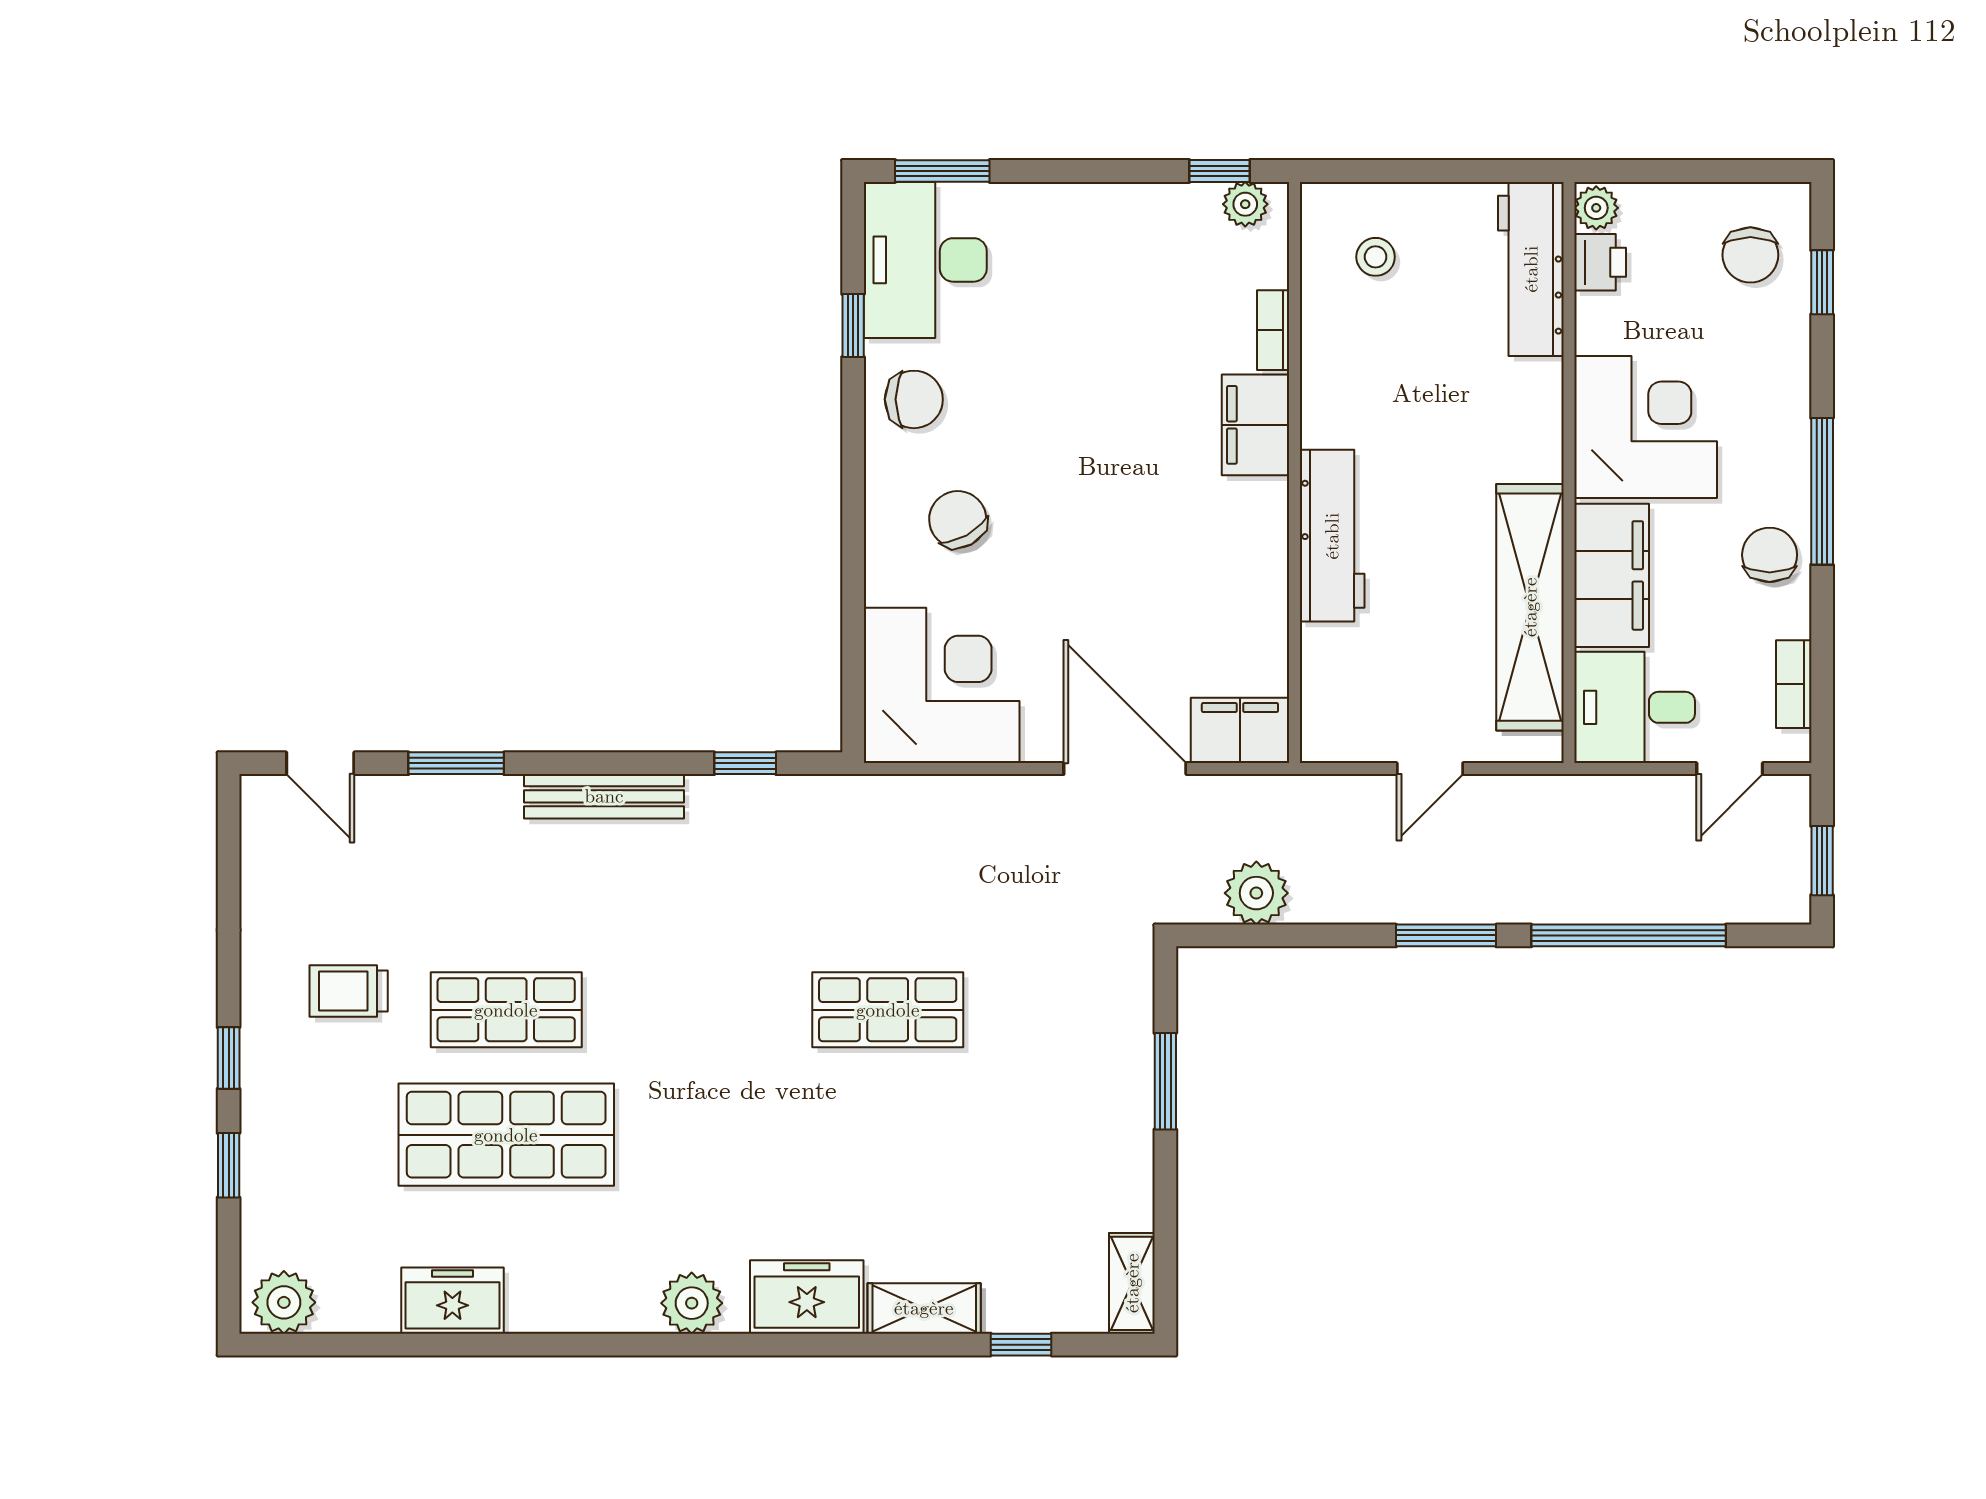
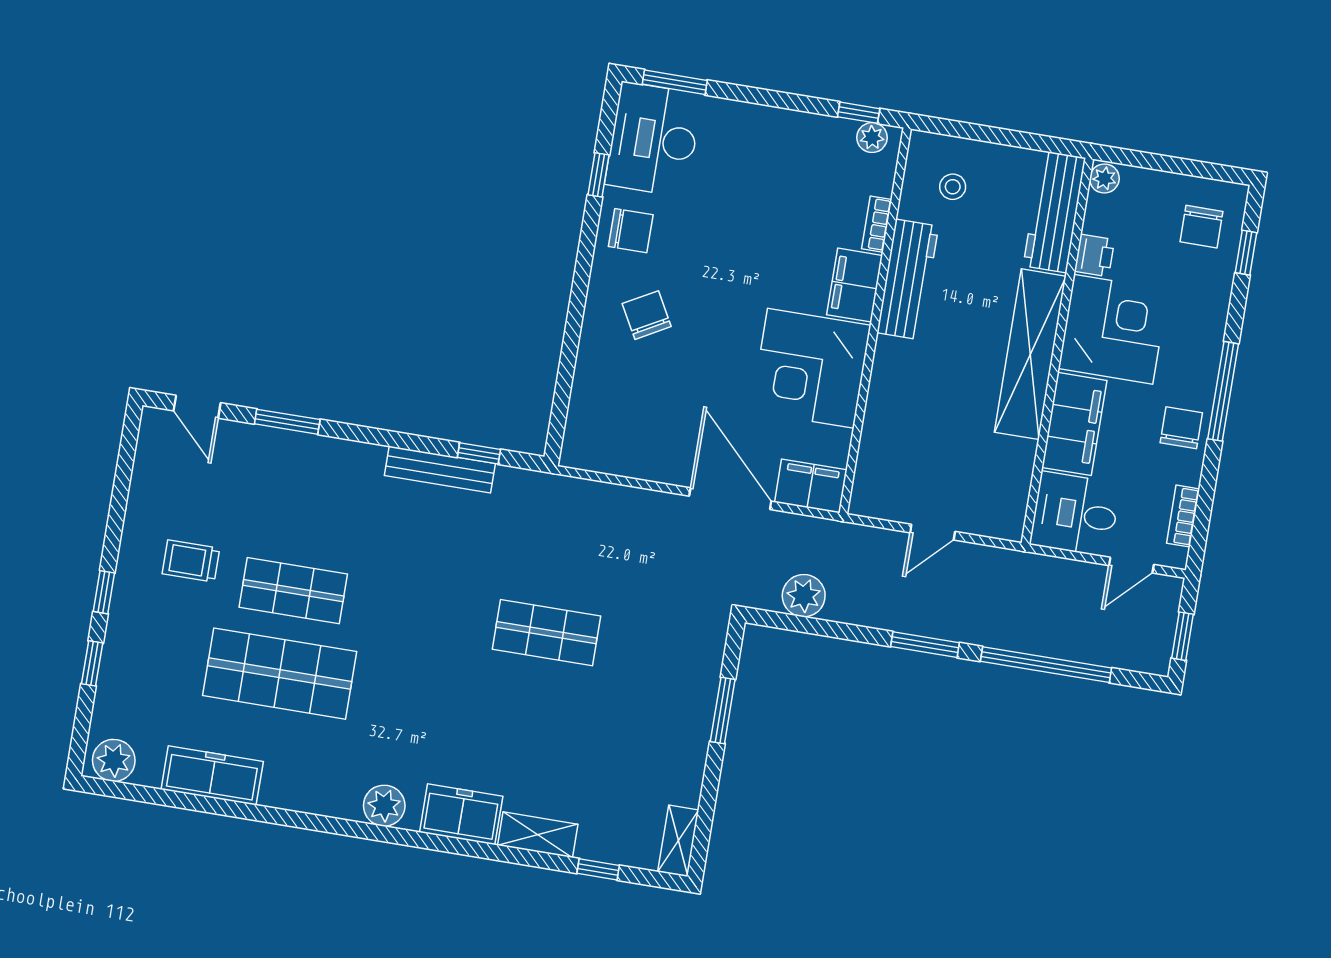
printer: (1600, 262) -> (1094, 255), moved
workbench: (1332, 536) -> (908, 279), moved
shelving: (1530, 607) -> (1030, 354), moved
corner desk: (942, 685) -> (811, 368), moved, turned 180
bench: (604, 796) -> (440, 469), moved
freezer: (452, 1301) -> (212, 775), width x1.40

